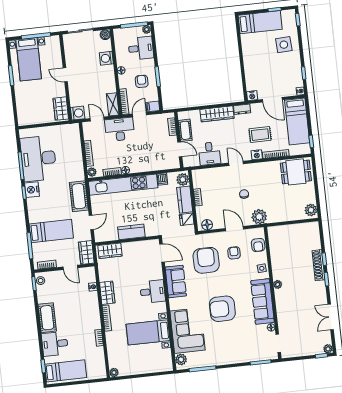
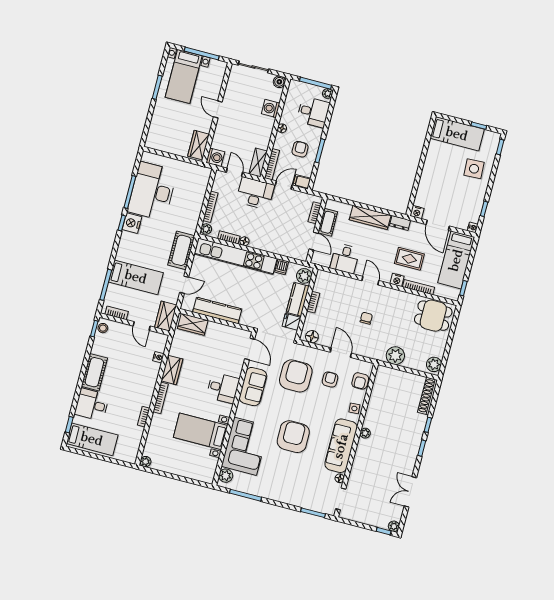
plant: (259, 217) -> (395, 356), moved
kitchen counter: (131, 232) -> (217, 310), width x1.50
shoe rack: (319, 265) -> (427, 396), moved
armchair: (222, 309) -> (293, 437), turned 90

